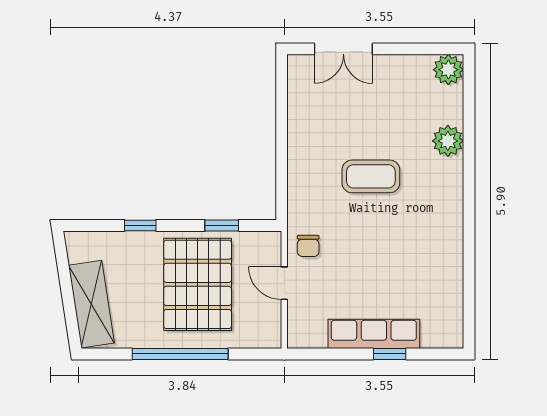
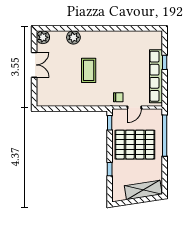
double door: (343, 49) -> (34, 65), moved
window: (222, 226) -> (110, 123), moved
row of seats: (374, 334) -> (156, 76), width x1.36
window: (180, 354) -> (165, 136), moved

